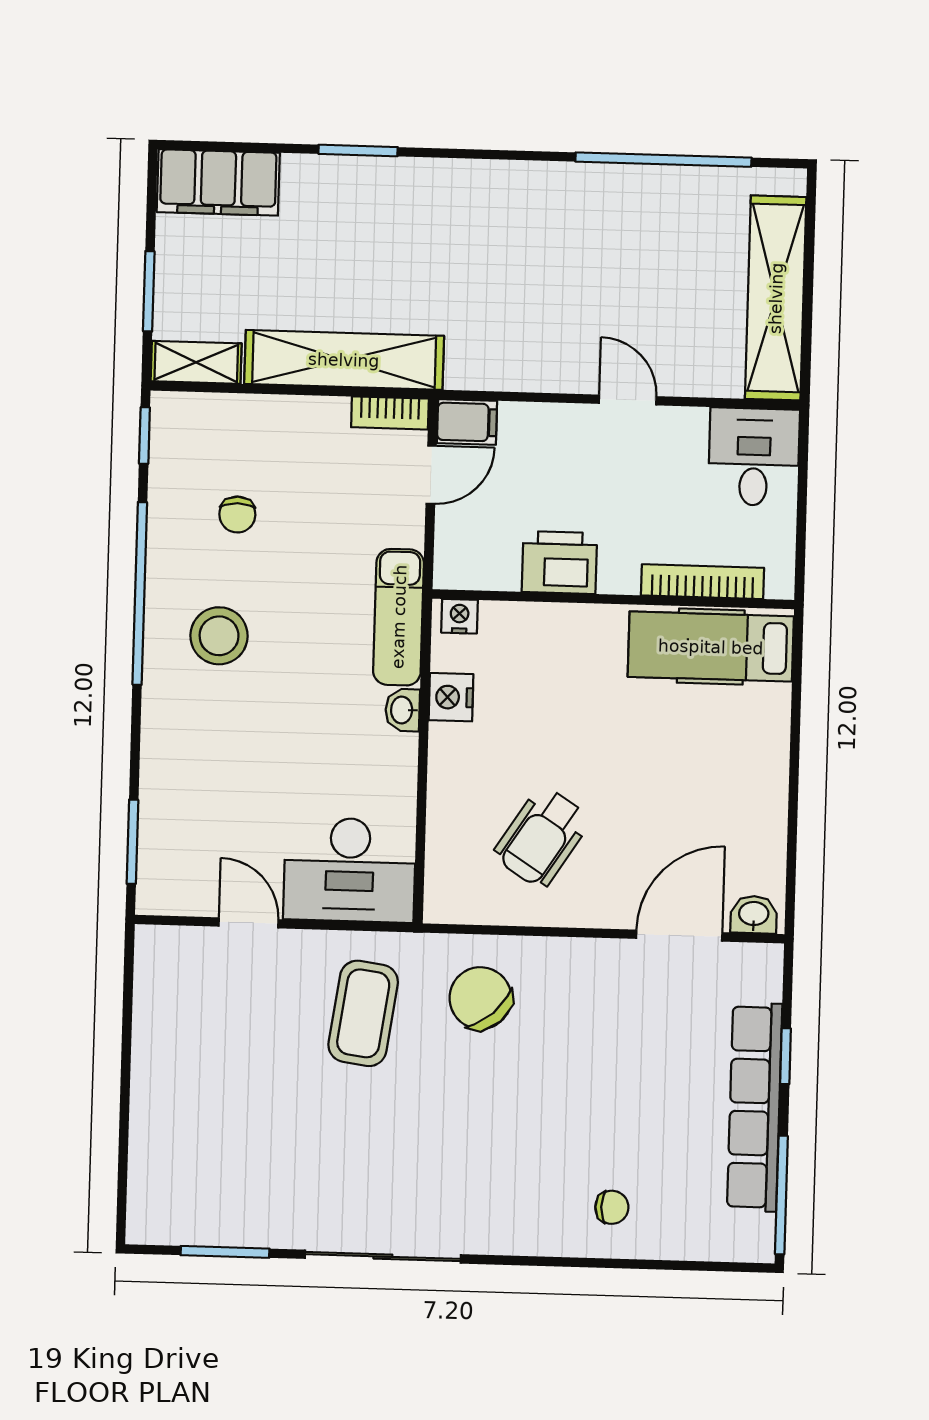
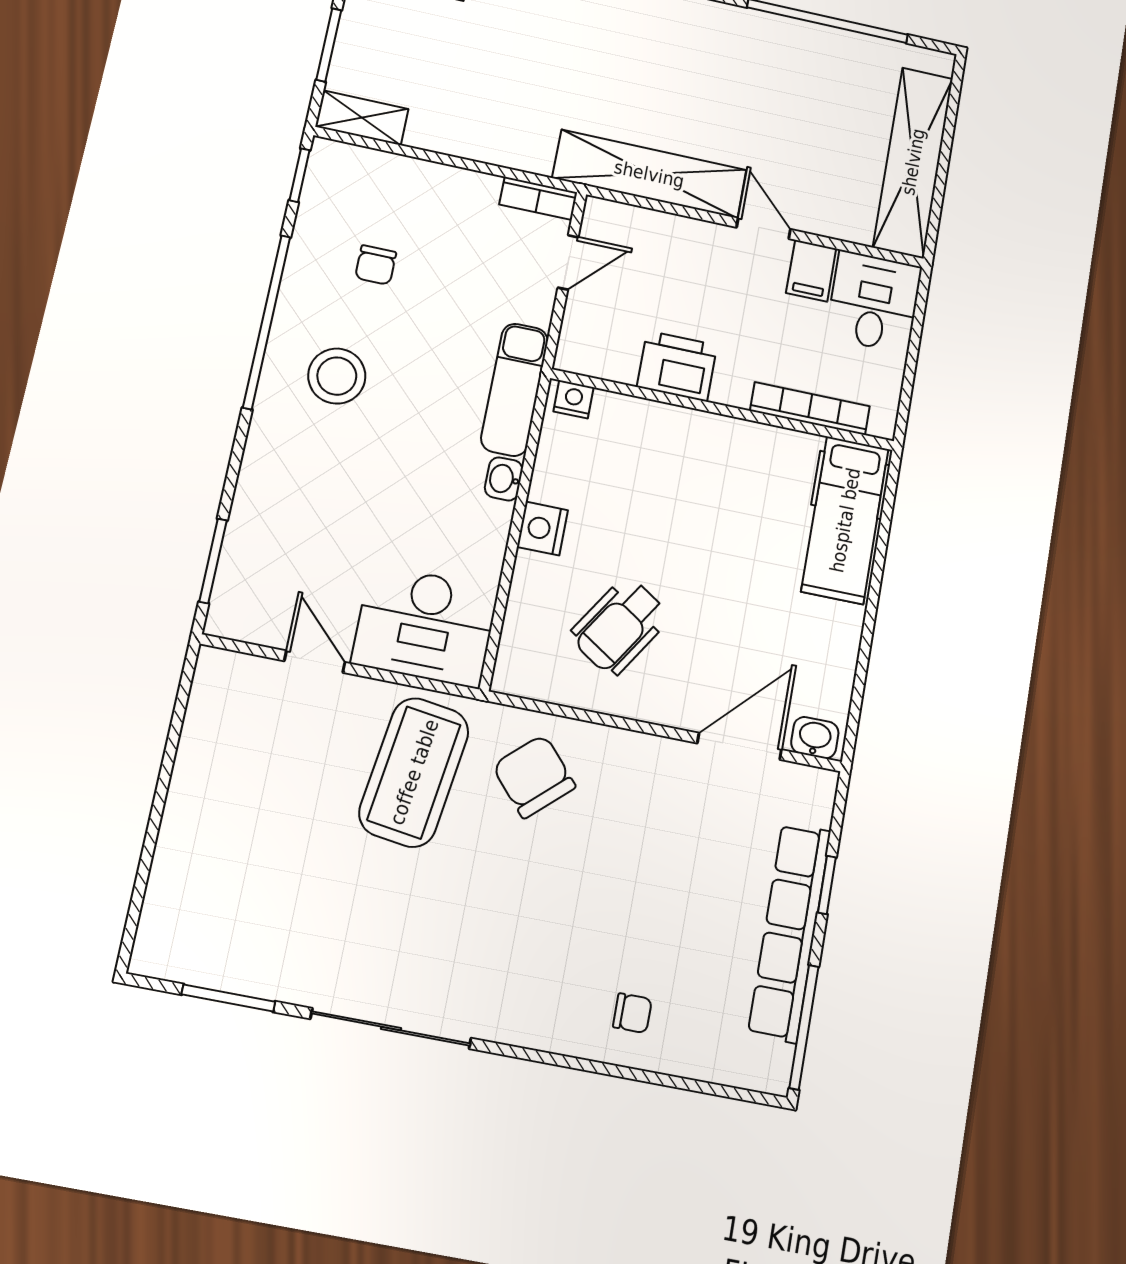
shelving: (344, 360) -> (649, 174), moved
filing cabinet: (467, 422) -> (811, 271), moved, turned 90
hospital bed: (711, 647) -> (845, 520), moved, turned -90
nightstand: (451, 697) -> (542, 529), moved
coffee table: (363, 1013) -> (414, 772), width x1.36, depth x1.32

